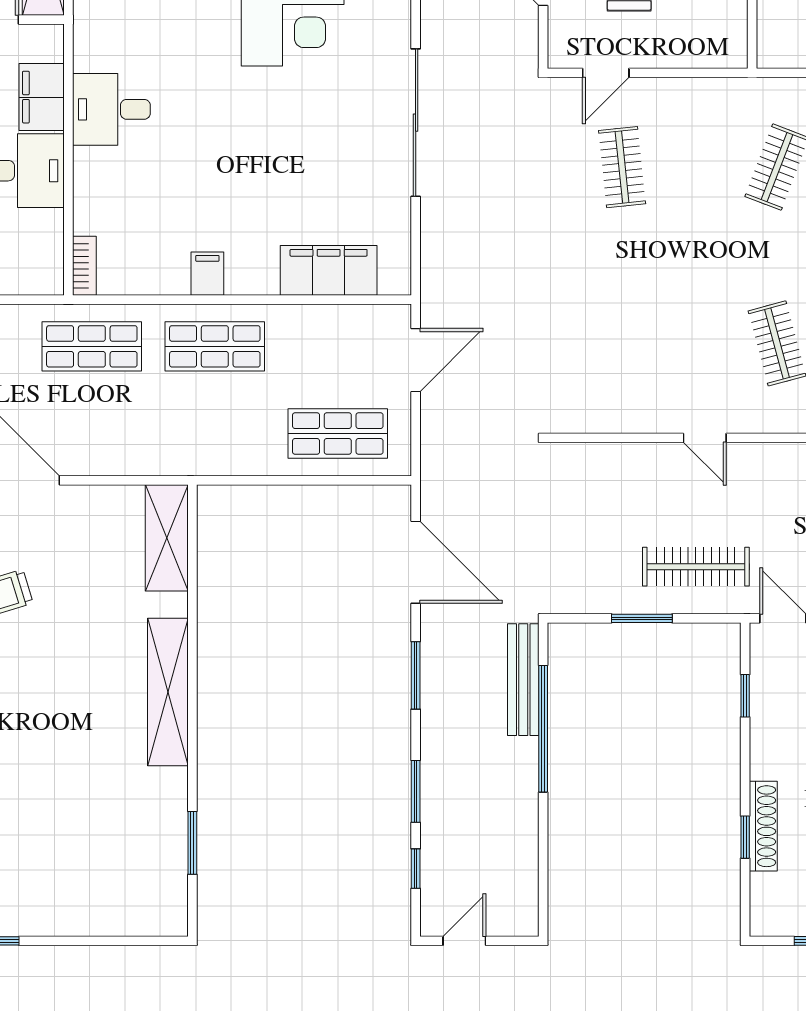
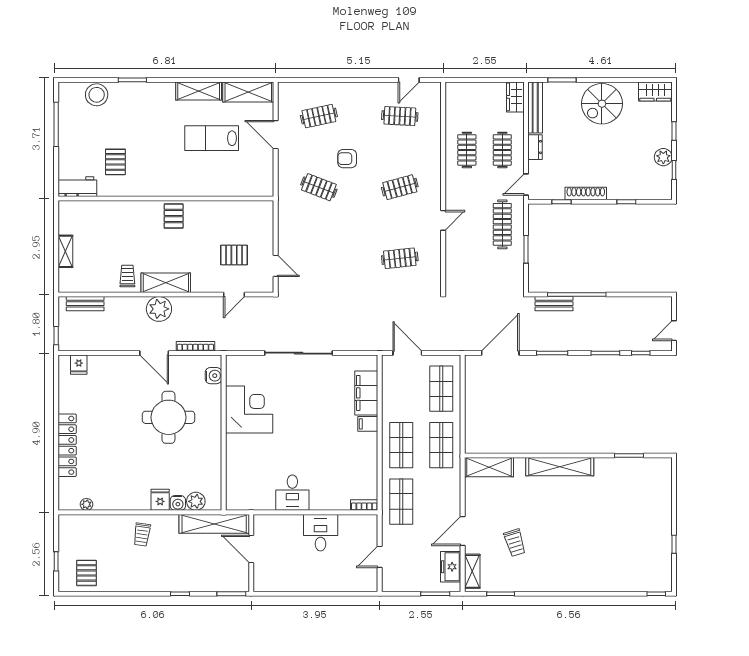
filing cabinet: (42, 97) -> (287, 525), removed
clothes rail: (622, 167) -> (400, 258), moved
filing cabinet: (207, 274) -> (368, 424), moved
shop shelf: (215, 433) -> (441, 445), added
bench: (523, 680) -> (554, 304), width x0.73
shoe rack: (763, 826) -> (586, 193), moved
door: (464, 941) -> (674, 331), hinge flipped

